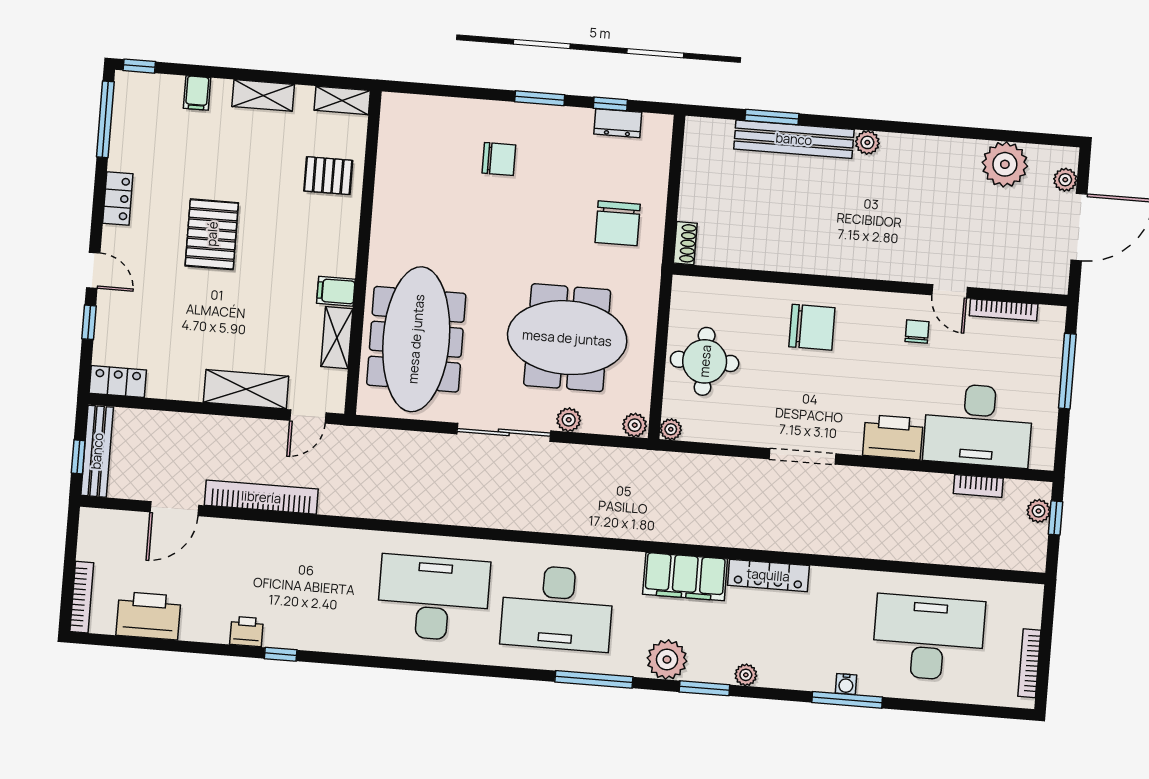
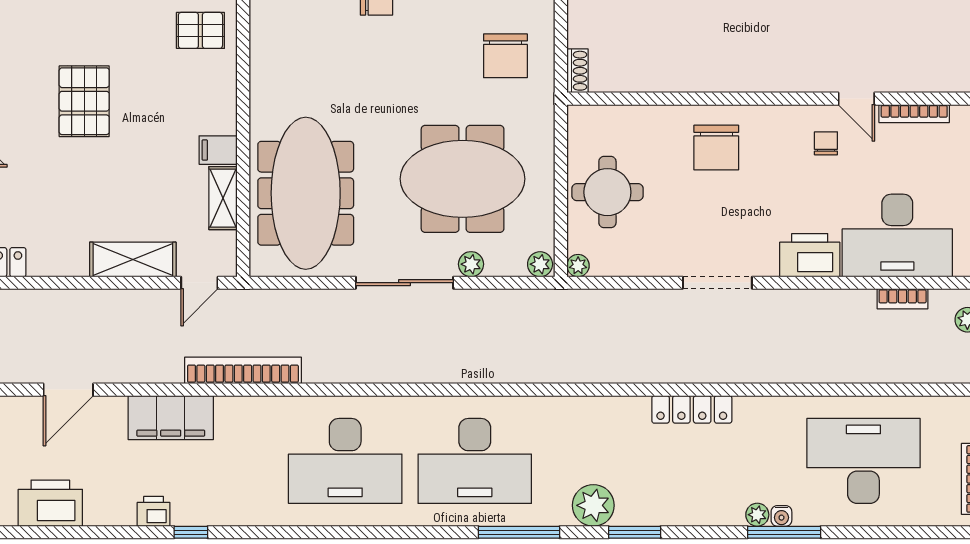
chair: (812, 327) -> (716, 148), turned 90
bookcase: (261, 497) -> (243, 370), moved
filing cabinet: (685, 577) -> (171, 418), moved
desk: (433, 598) -> (345, 461), turned 180
plant: (746, 675) -> (757, 515), moved

